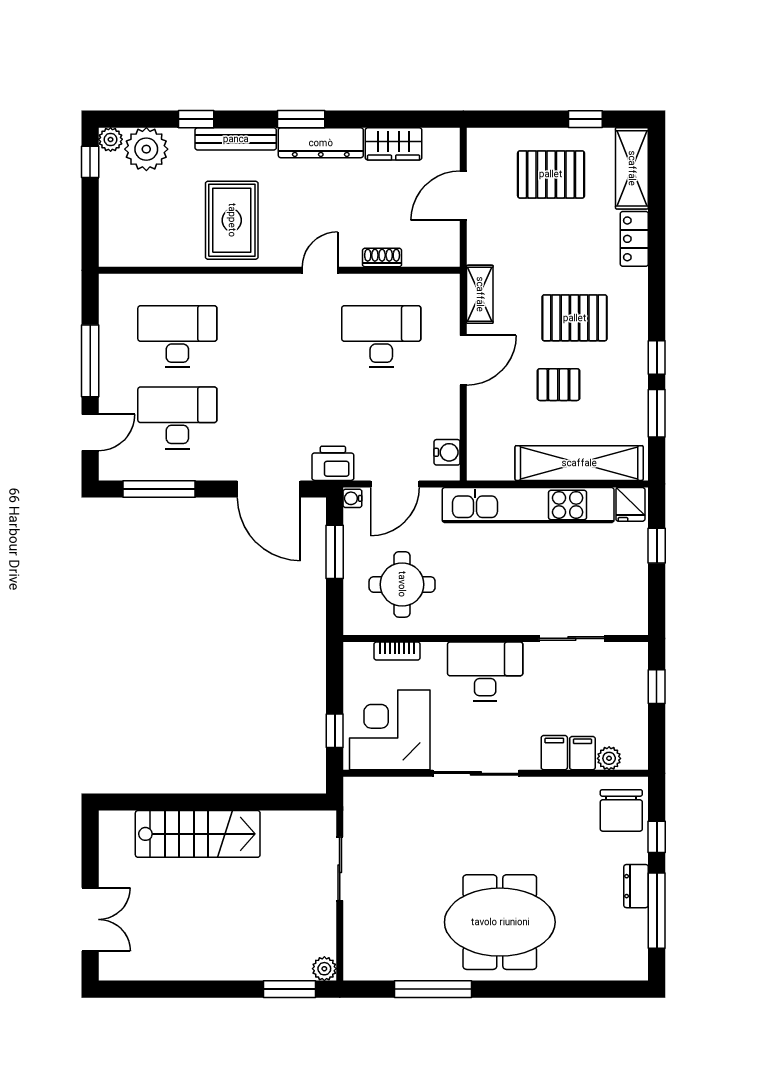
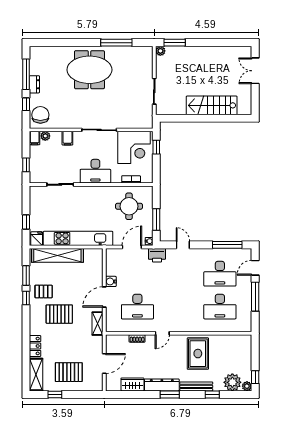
pallet: (558, 385) -> (44, 291), moved
water cooler: (447, 452) -> (111, 281), moved
door: (269, 489) -> (183, 245), width x0.53
filing cabinet: (582, 753) -> (35, 138), moved

